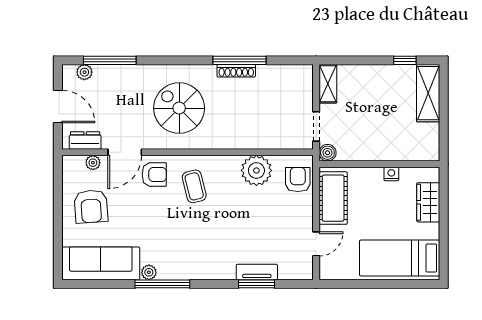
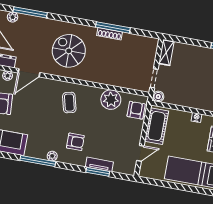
armchair: (154, 174) -> (75, 142), moved
plant: (149, 272) -> (52, 156), moved

